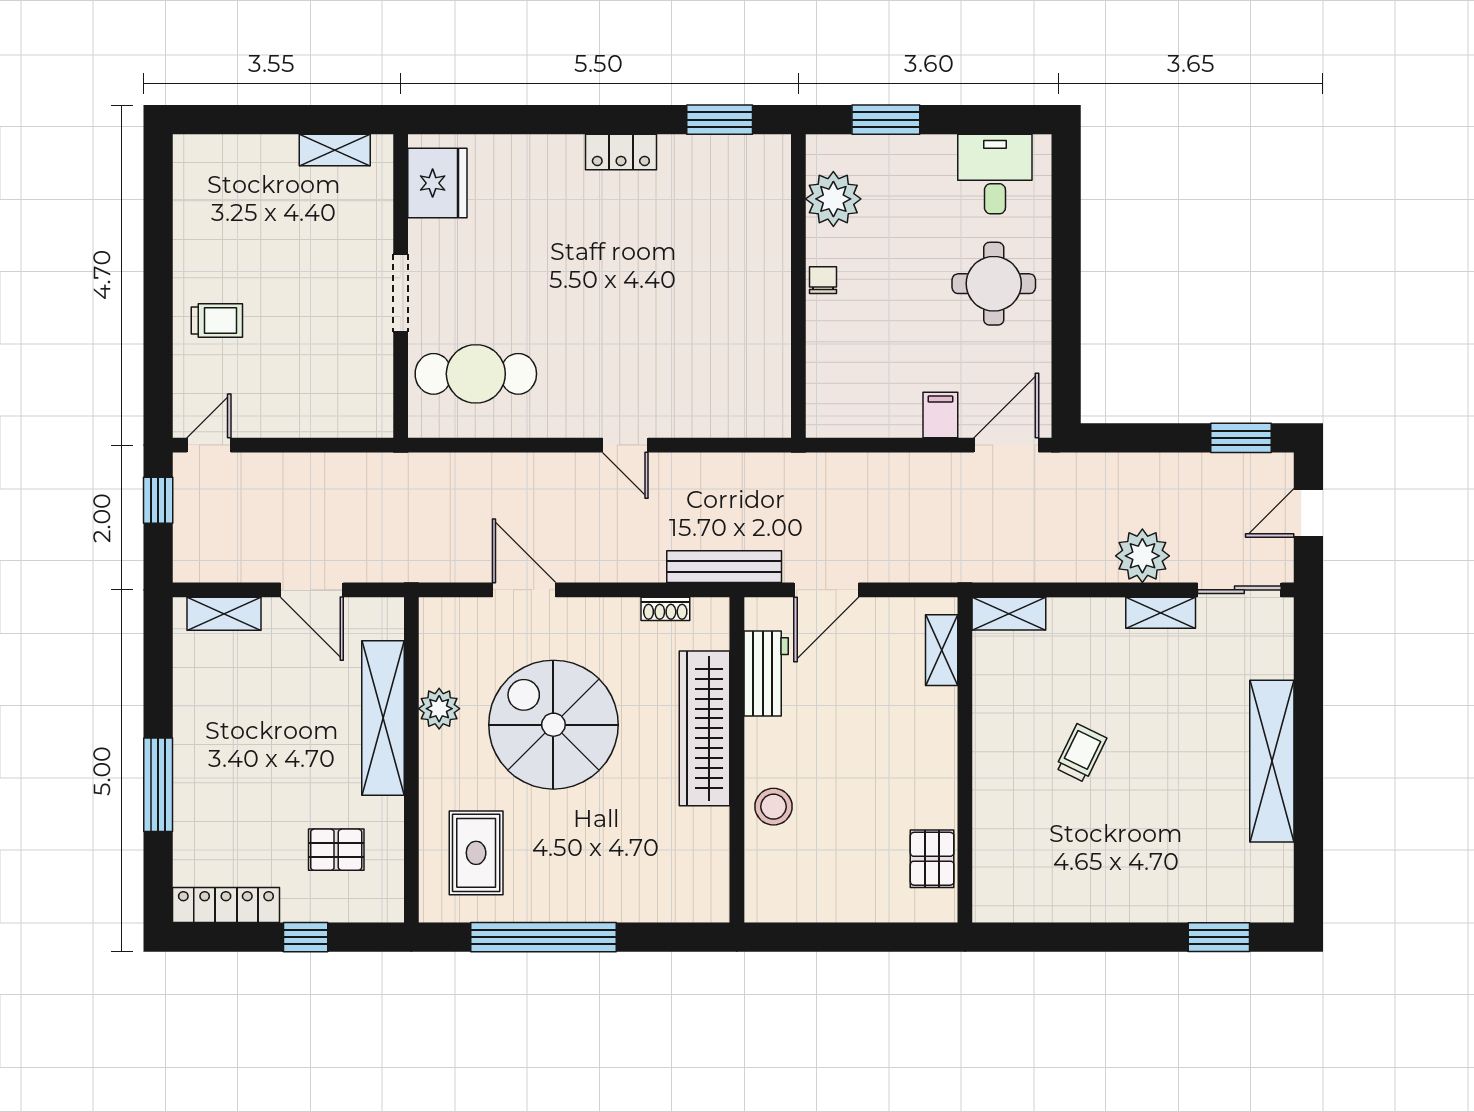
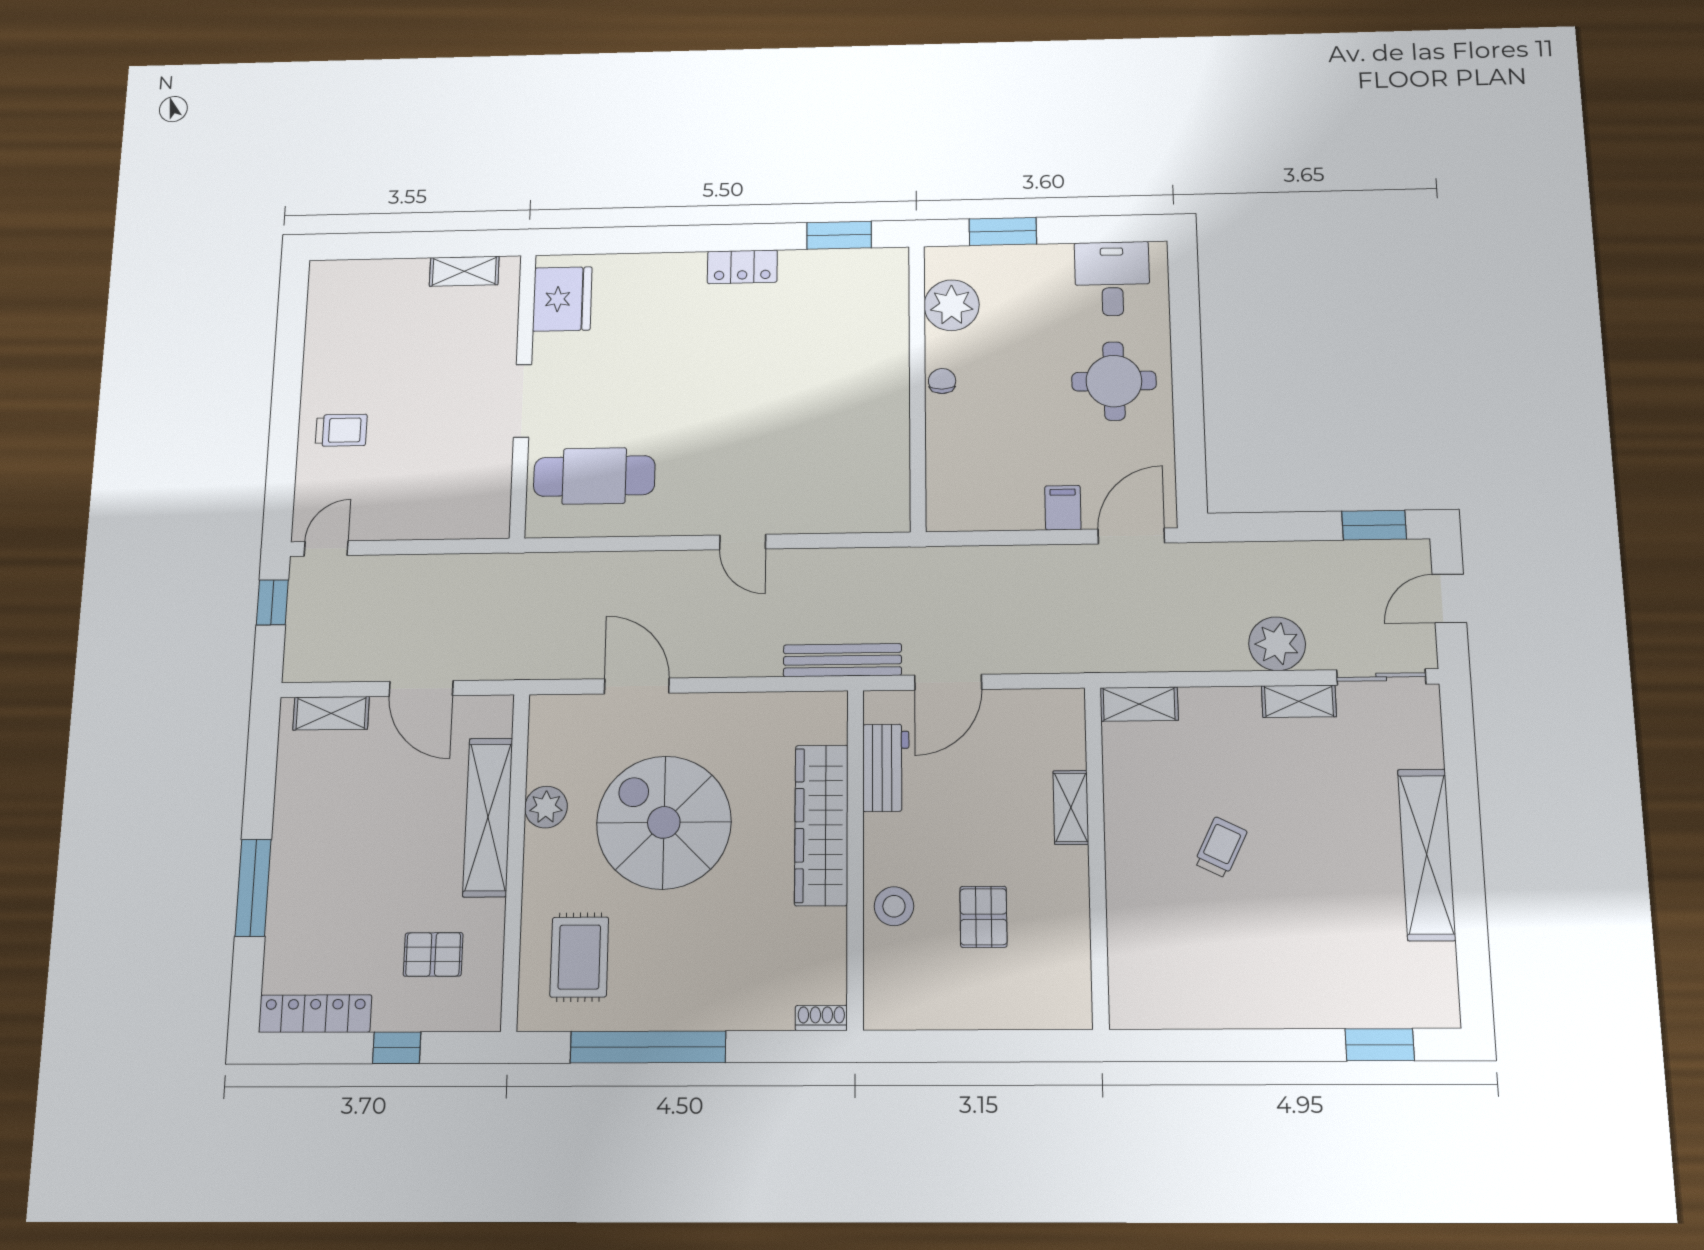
shoe rack: (665, 609) -> (821, 1018), moved, turned 180
shelving: (942, 650) -> (1071, 807), moved
pallet: (932, 859) -> (983, 917), moved

